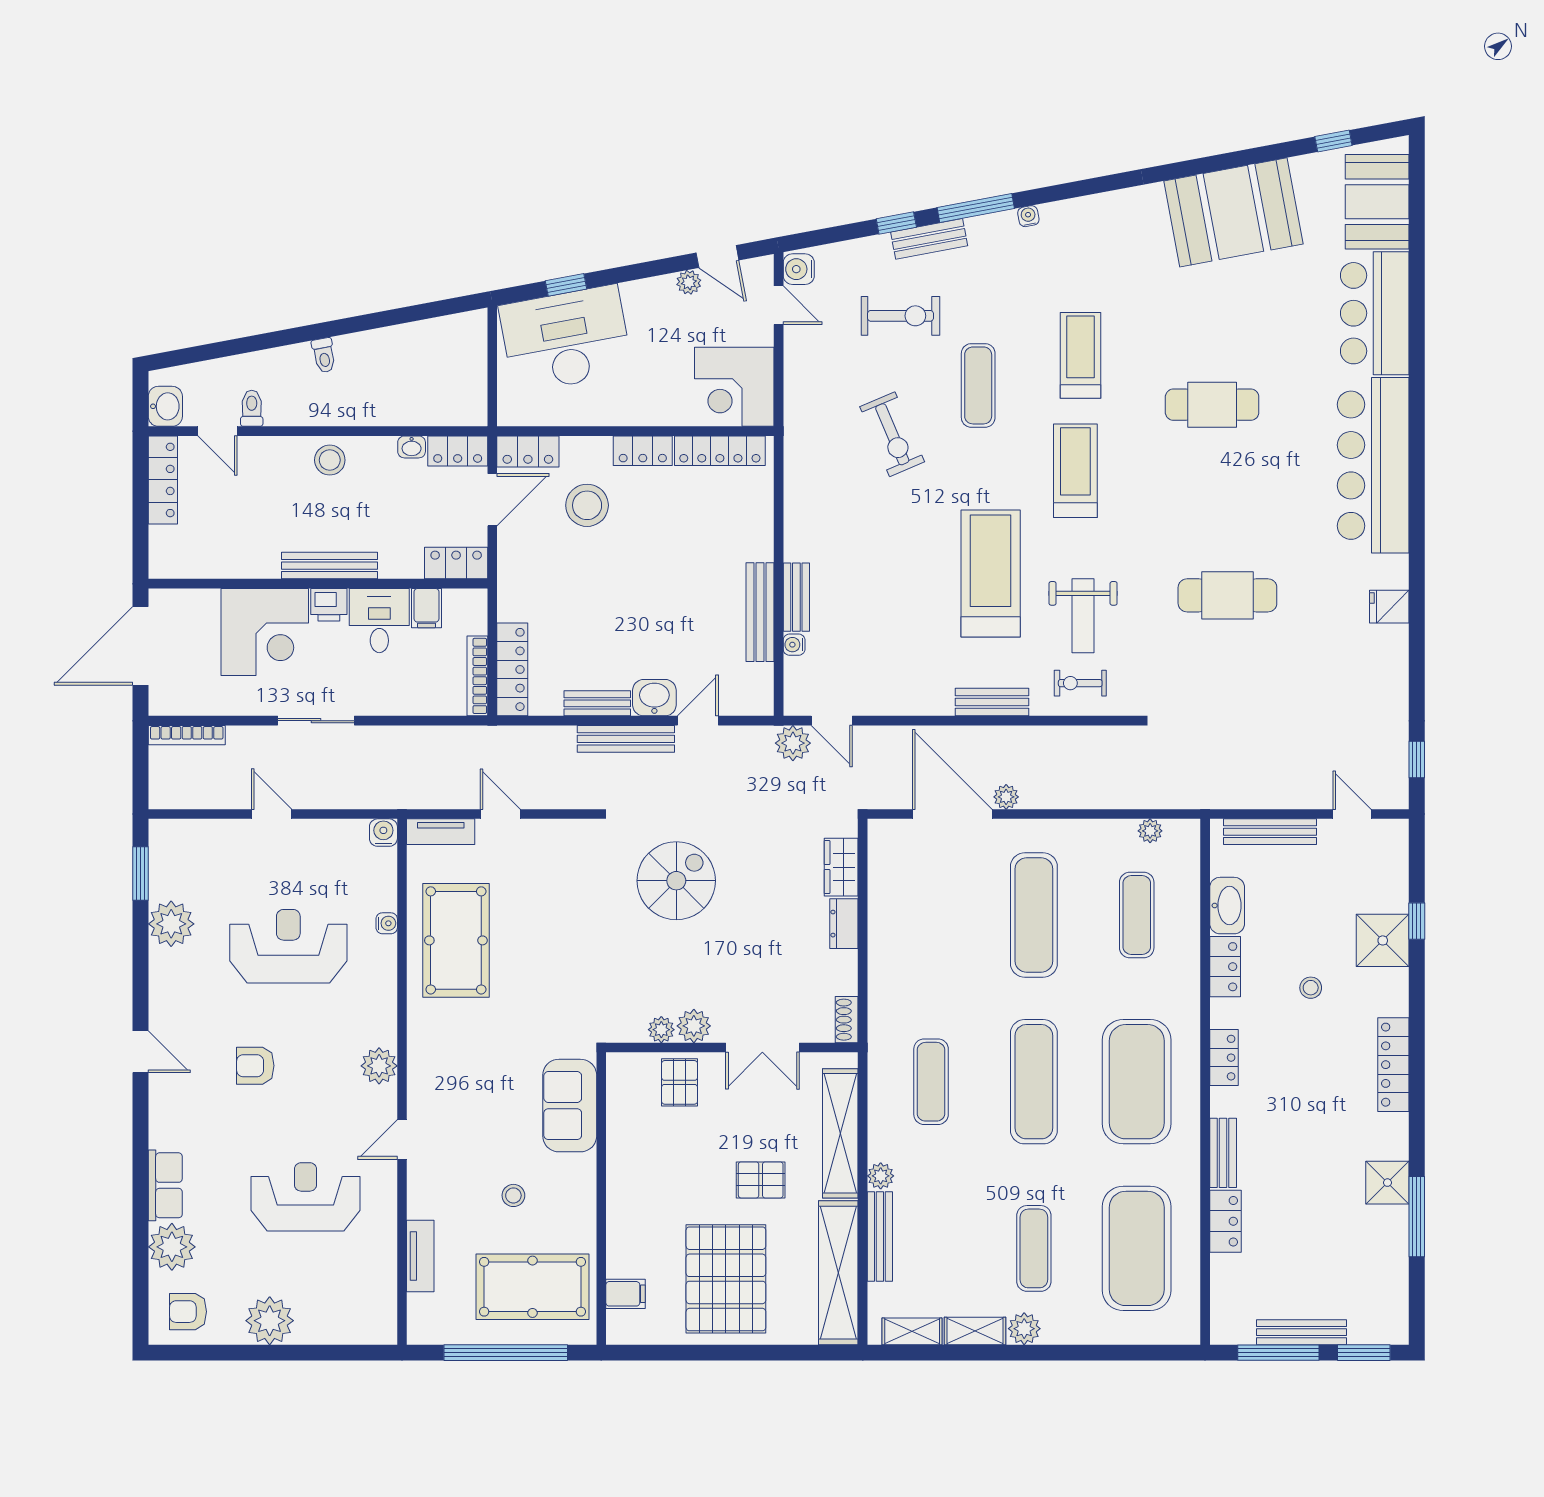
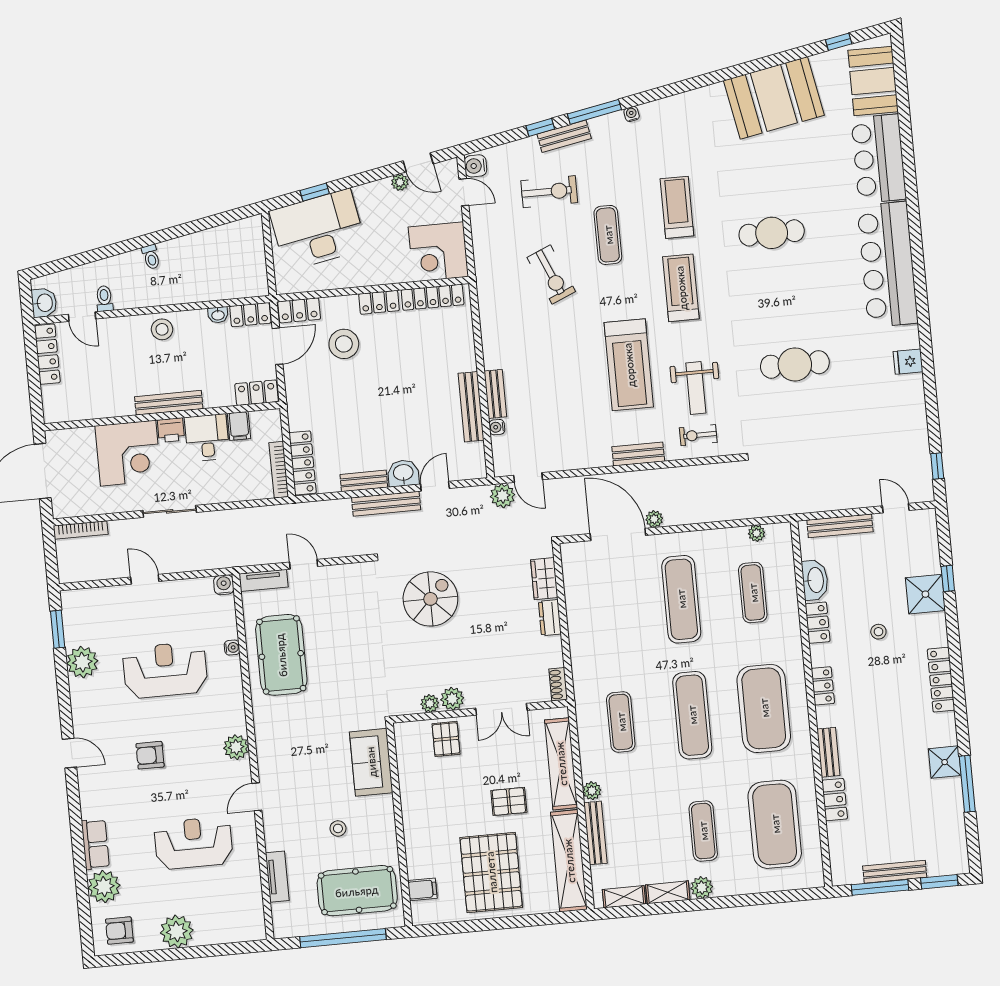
treadmill: (991, 573) -> (629, 365), turned 180

